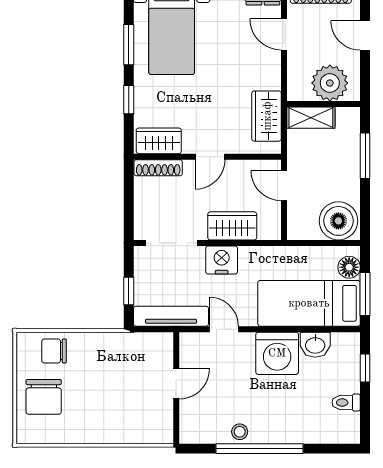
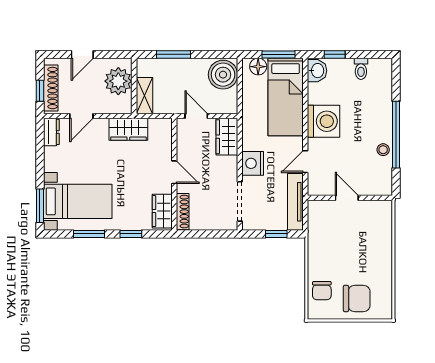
wardrobe: (267, 116) -> (128, 129), moved
door: (284, 186) -> (196, 116), swing flipped
wardrobe: (232, 226) -> (227, 137), moved
washbasin: (315, 345) -> (317, 71), moved

